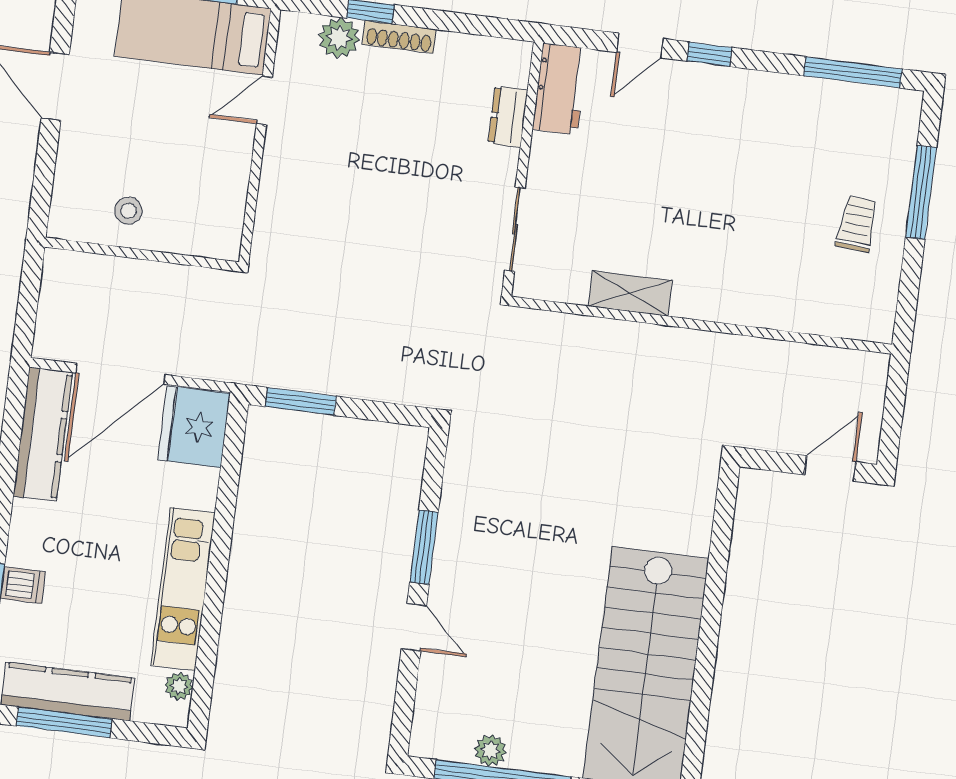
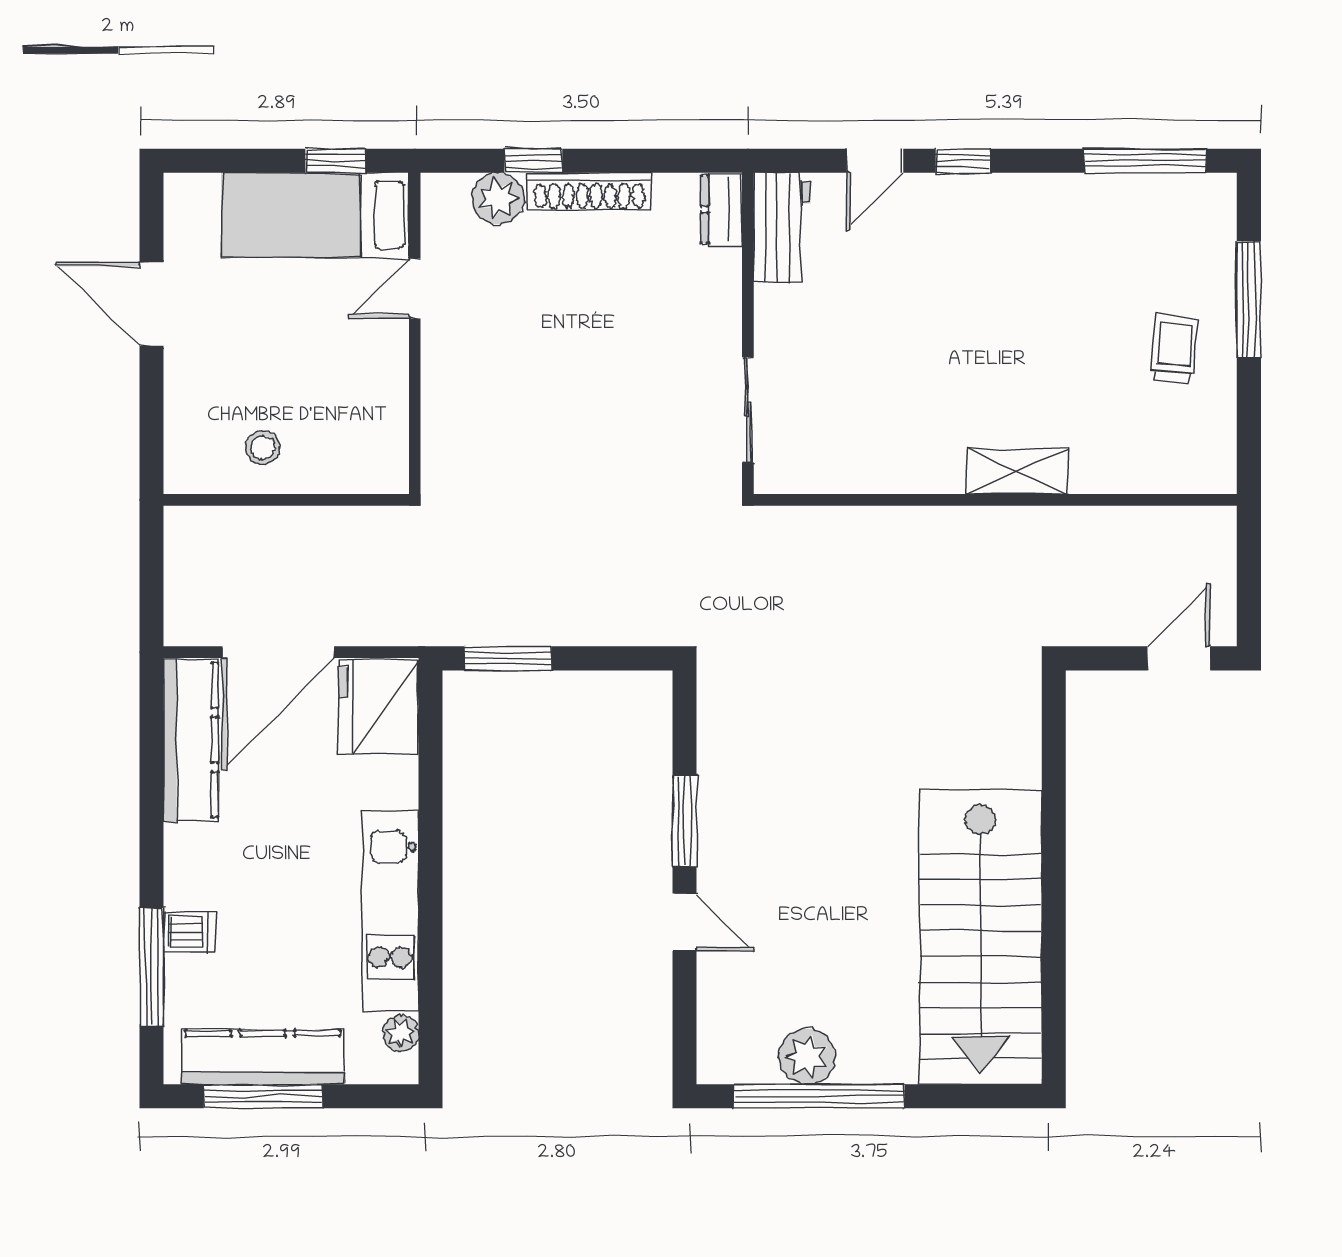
shoe rack: (399, 37) -> (589, 191), width x1.36, depth x1.24
dresser: (508, 117) -> (721, 209), moved
shelving: (630, 293) -> (1017, 471), moved
plant: (490, 750) -> (807, 1056), width x1.38, depth x1.38

